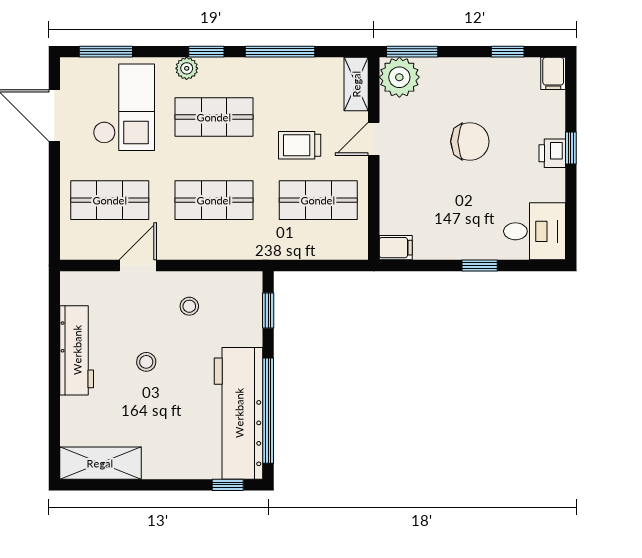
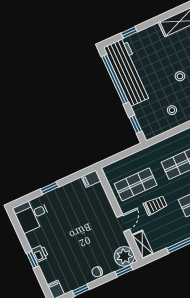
window: (412, 52) -> (124, 271), width x0.67
chair: (470, 141) -> (97, 272), moved, width x0.54, depth x0.54
window: (228, 485) -> (129, 32), moved

